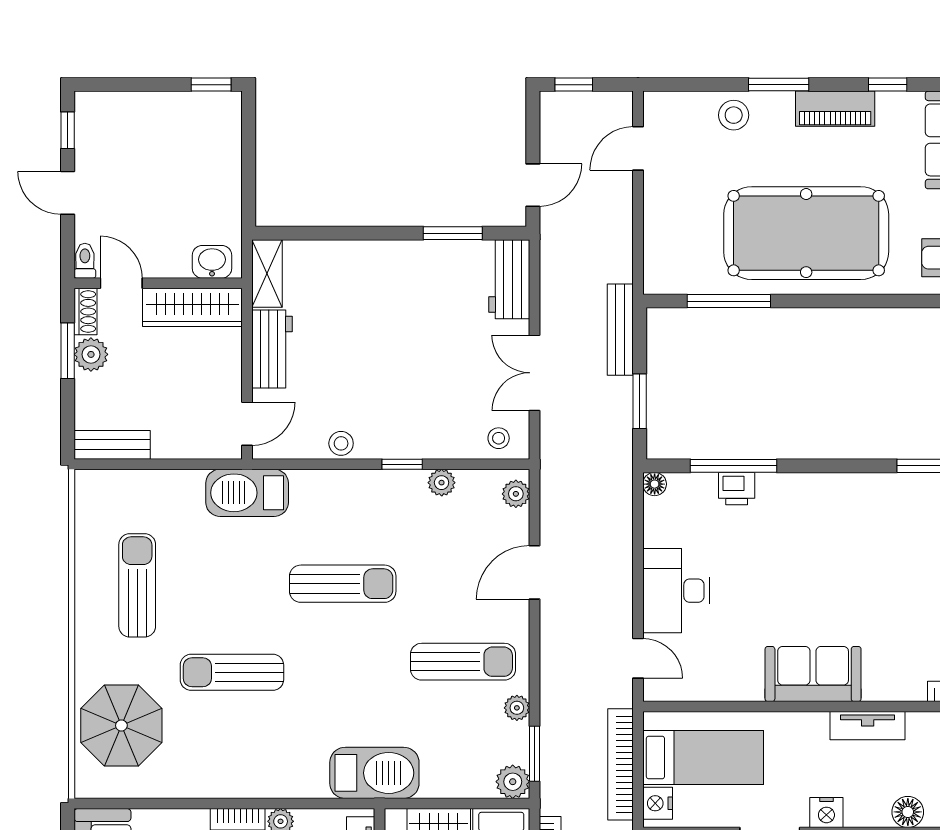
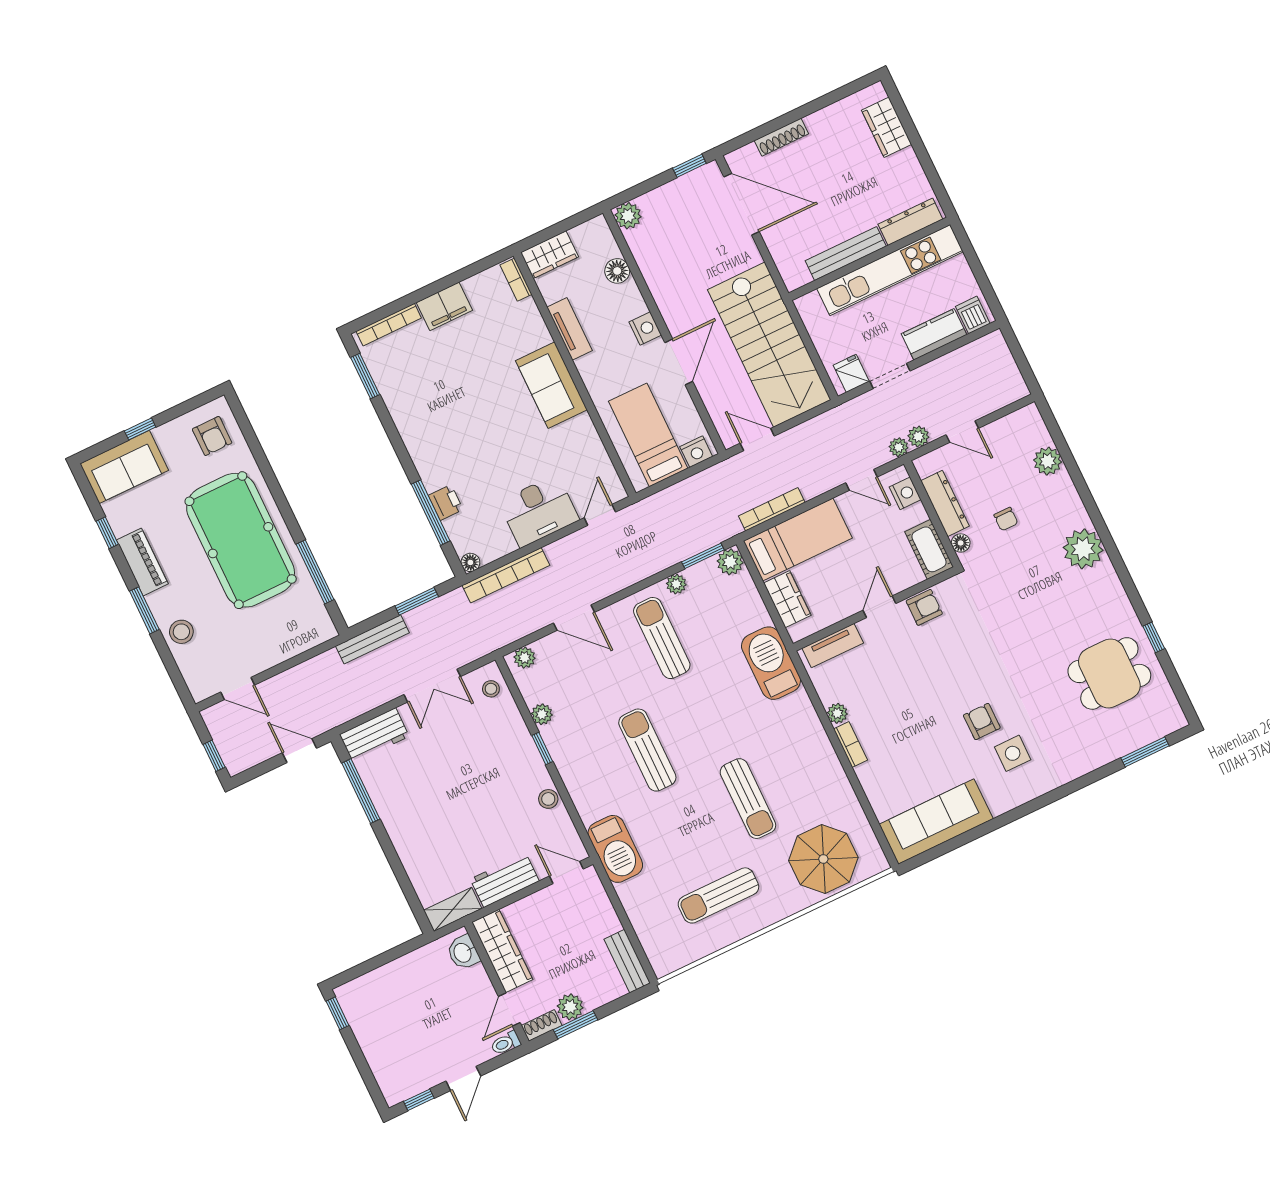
window: (453, 233) -> (361, 791), width x1.44
bookcase: (620, 764) -> (506, 575), moved

